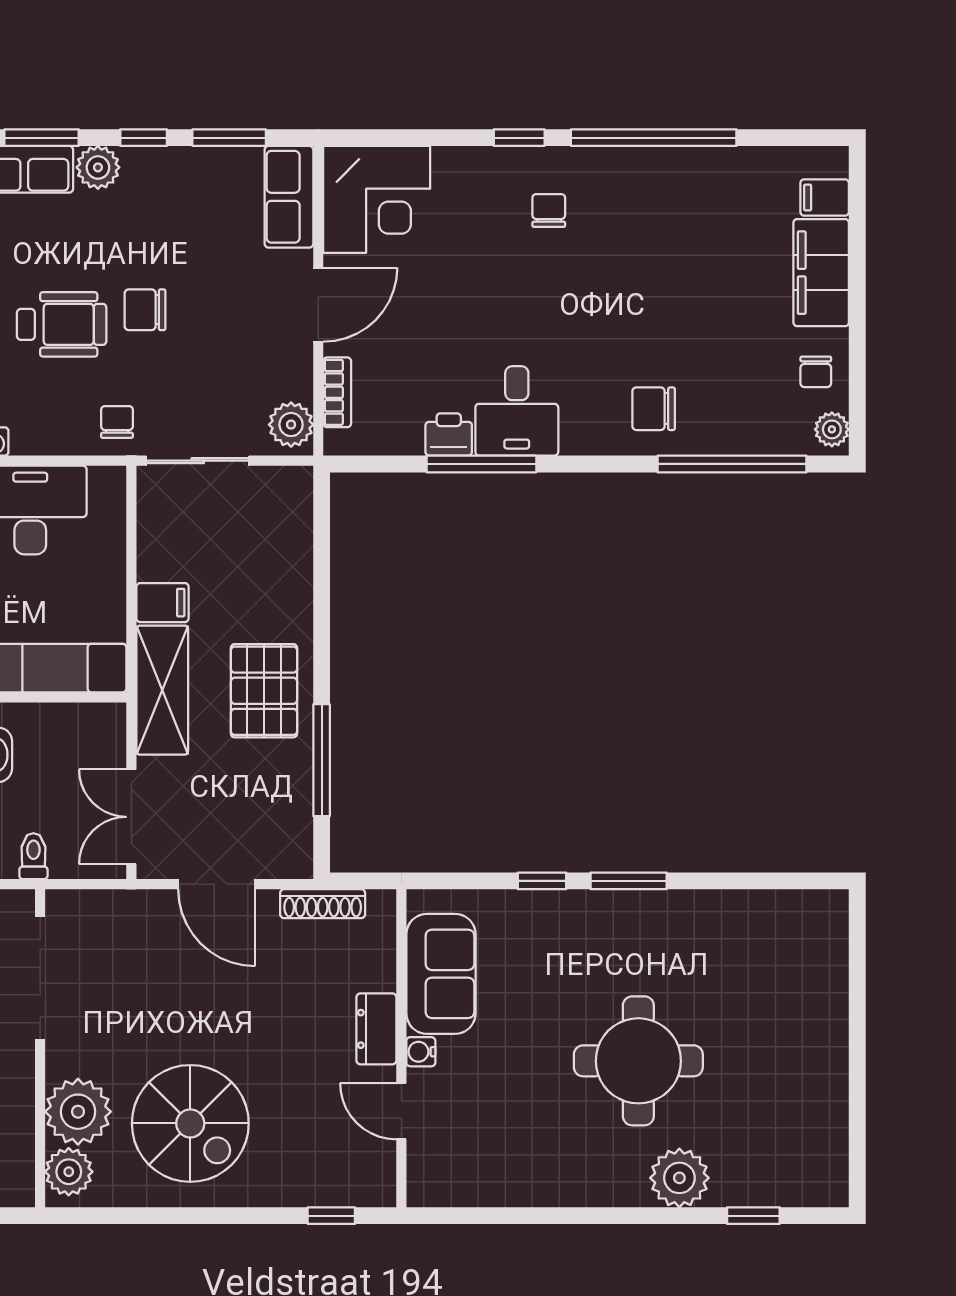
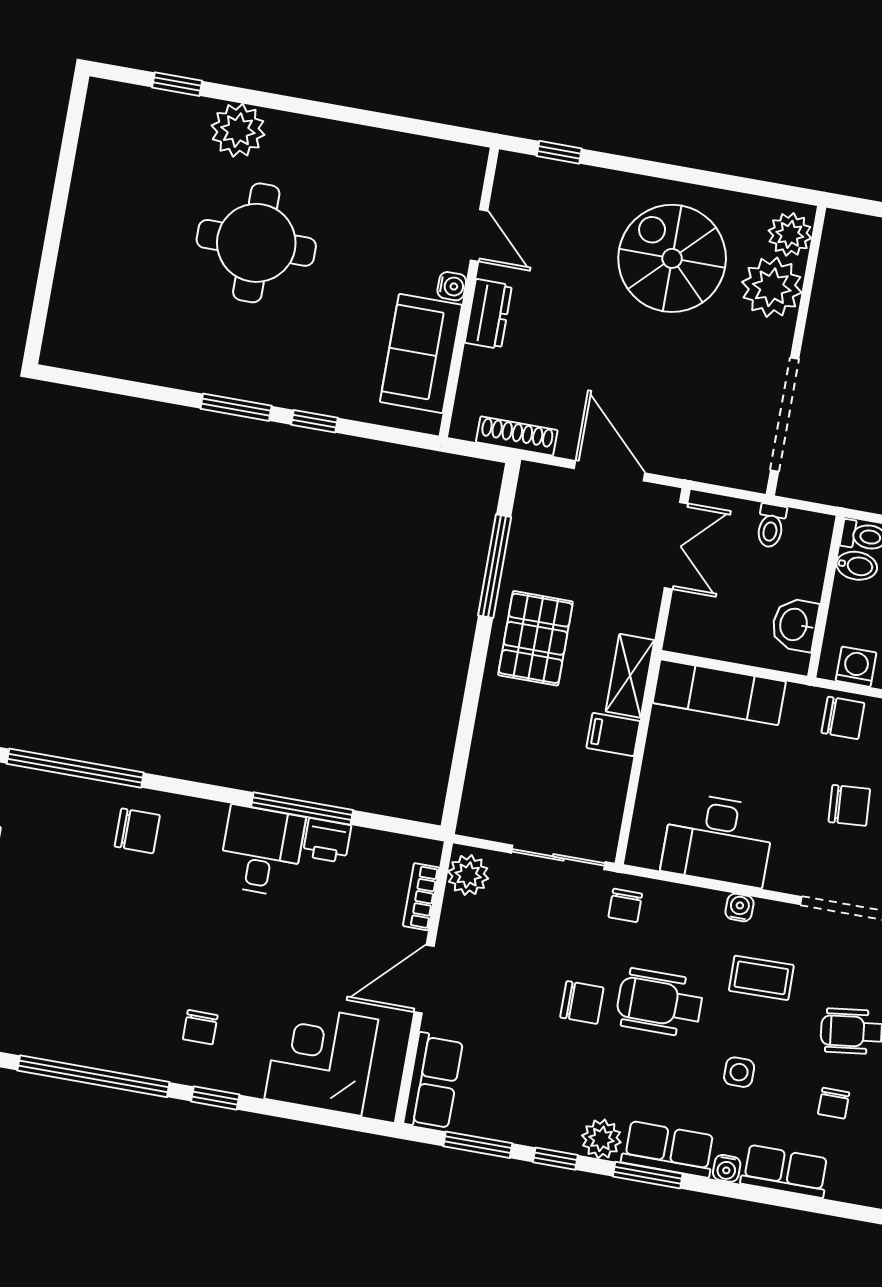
corner desk: (377, 199) -> (321, 1059), moved
shelving: (162, 690) -> (630, 676), width x0.67, depth x0.75

